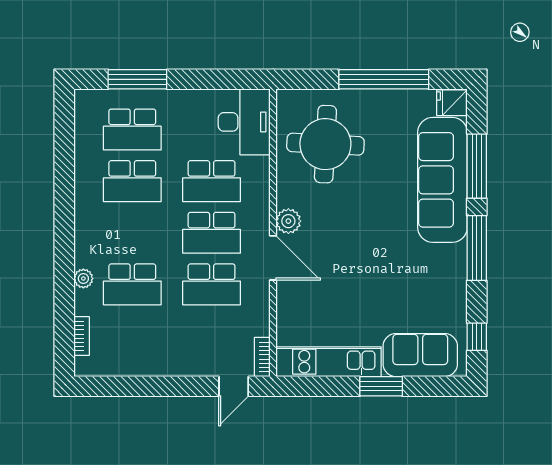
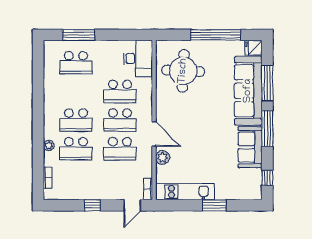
school desk: (132, 181) -> (76, 120), moved
plant: (288, 221) -> (163, 157), moved
sofa: (420, 355) -> (250, 147), moved, turned -90
window: (162, 386) -> (92, 205), added

